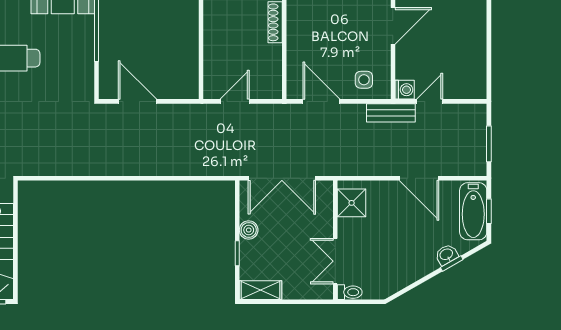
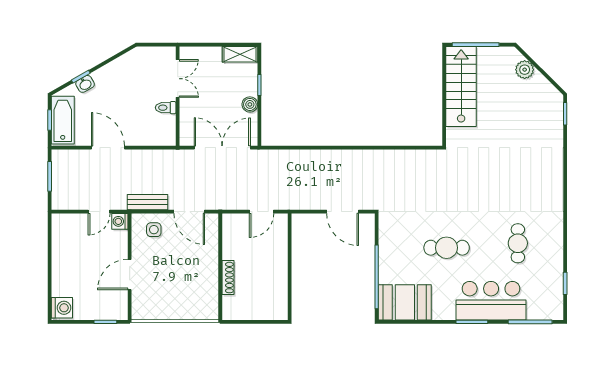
bench: (391, 113) -> (148, 202), moved
shower: (352, 203) -> (164, 127), removed
toilet: (350, 292) -> (166, 108), moved

